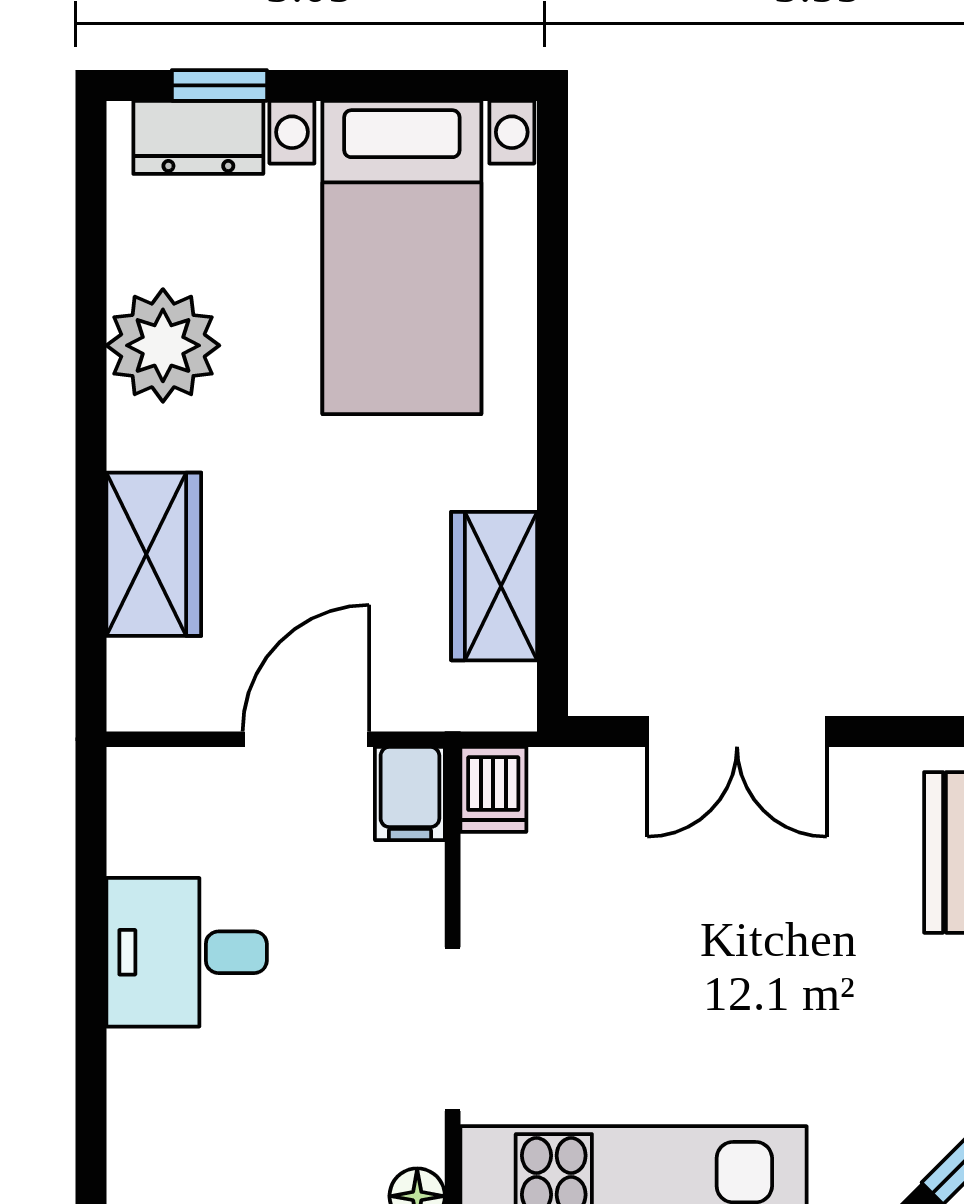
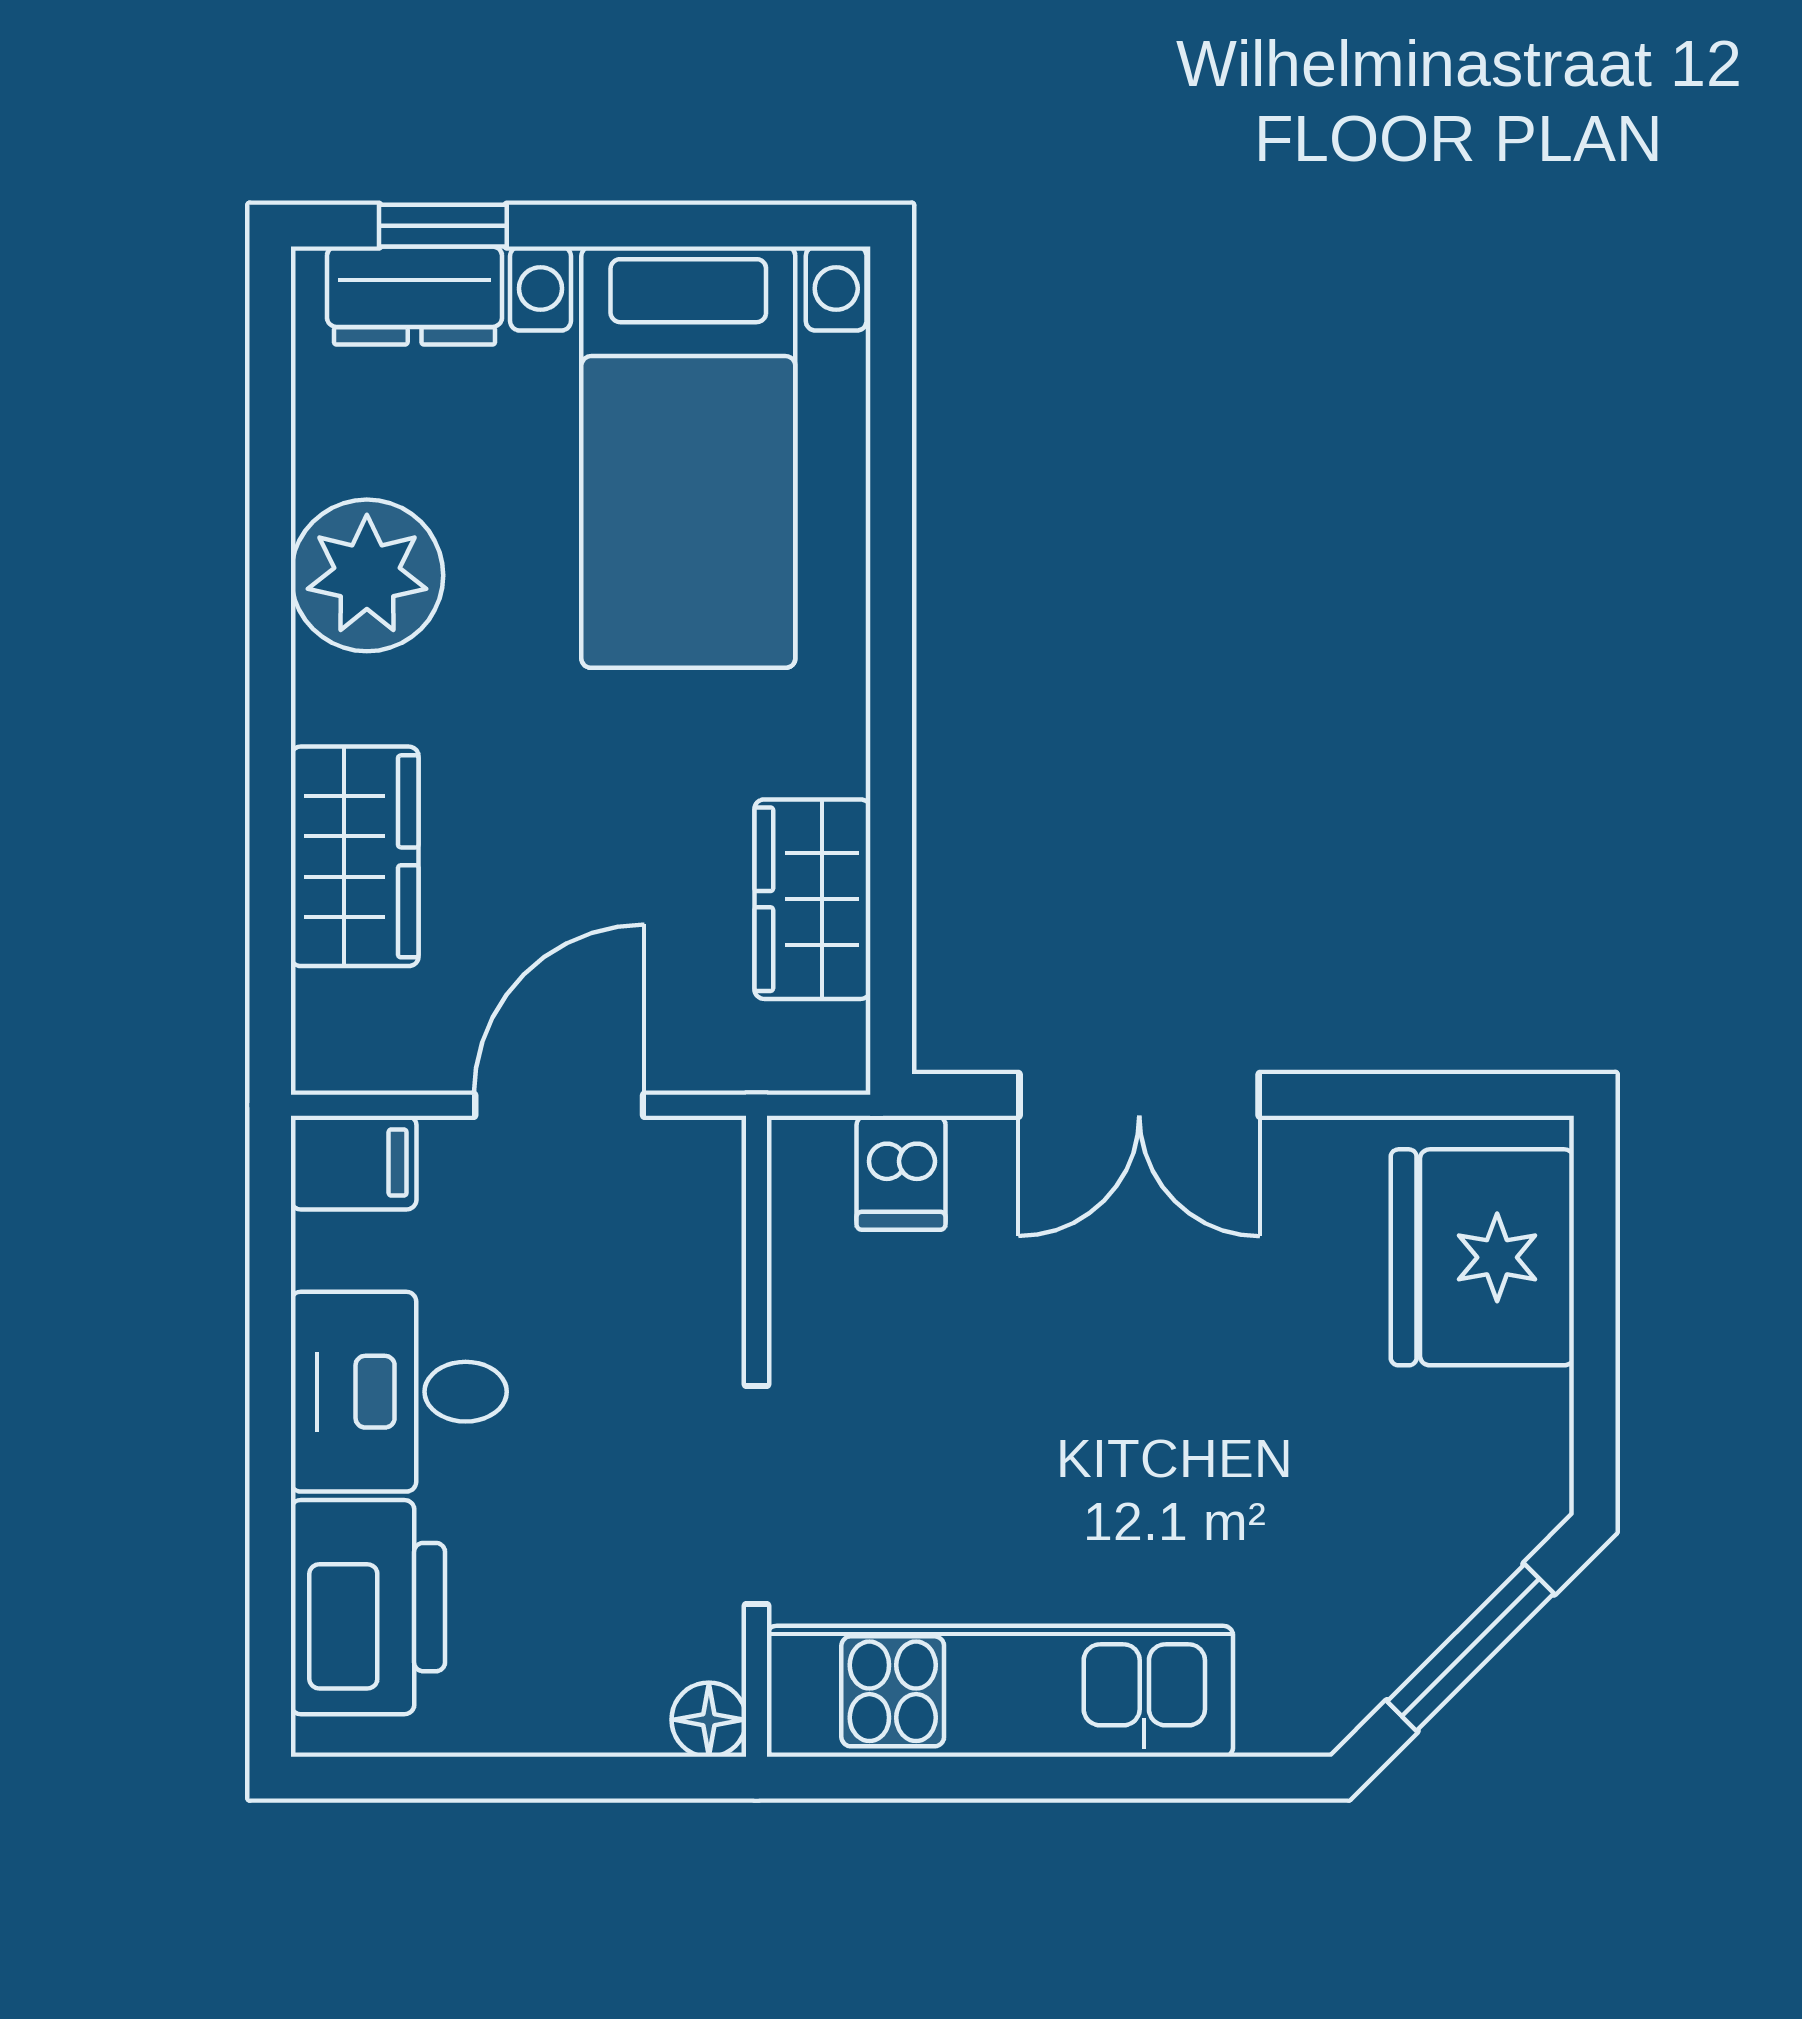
dishwasher: (493, 789) -> (901, 1173), moved
filing cabinet: (410, 794) -> (354, 1163), moved, turned -90
printer: (164, 1112) -> (368, 1607), added

